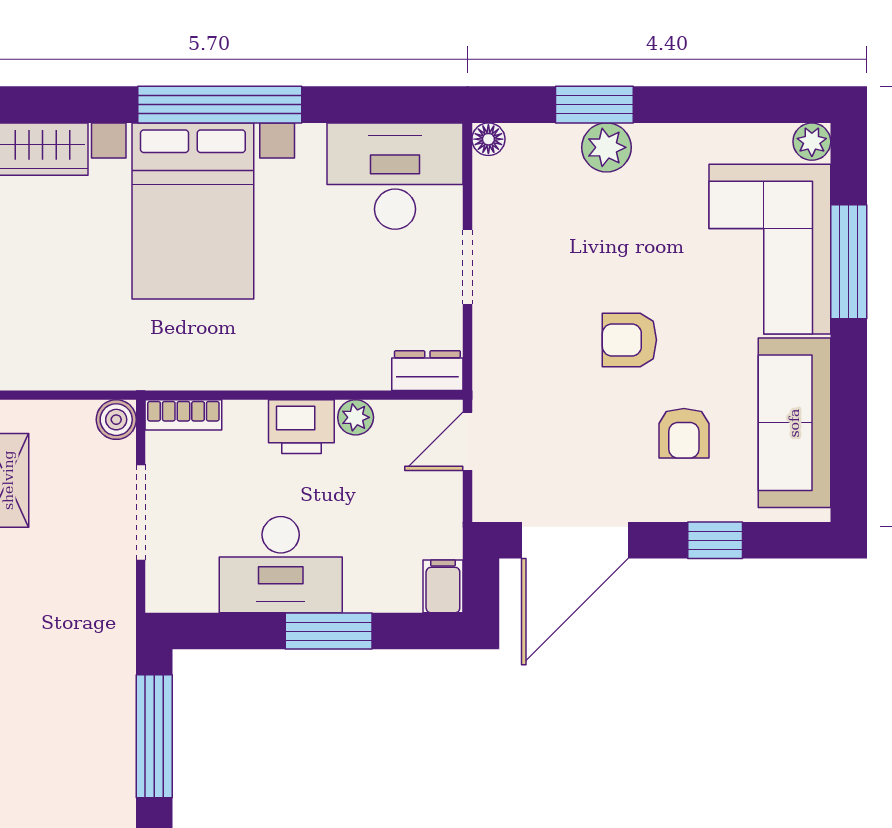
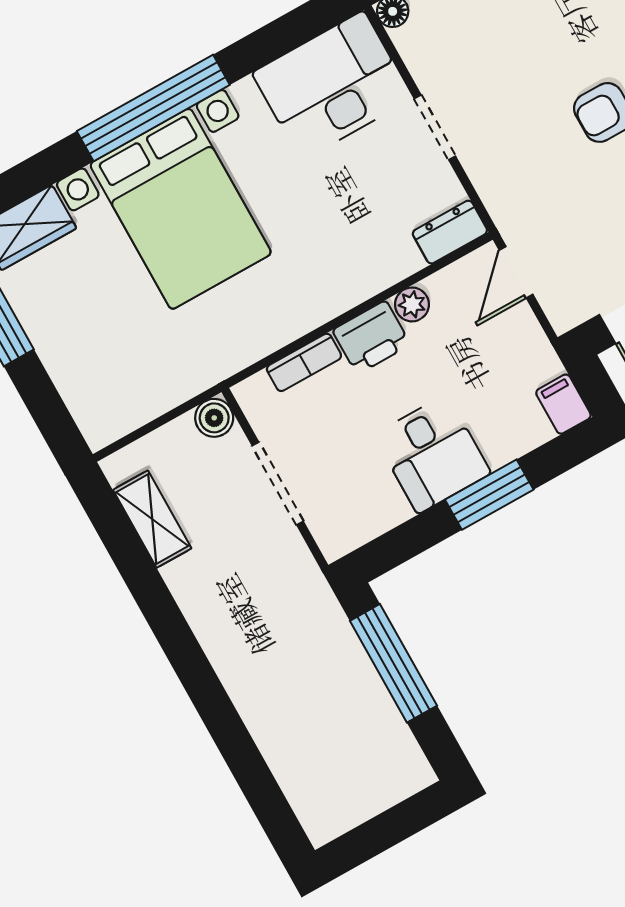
bookcase: (183, 415) -> (304, 362), moved
desk: (281, 565) -> (432, 454), width x0.73

